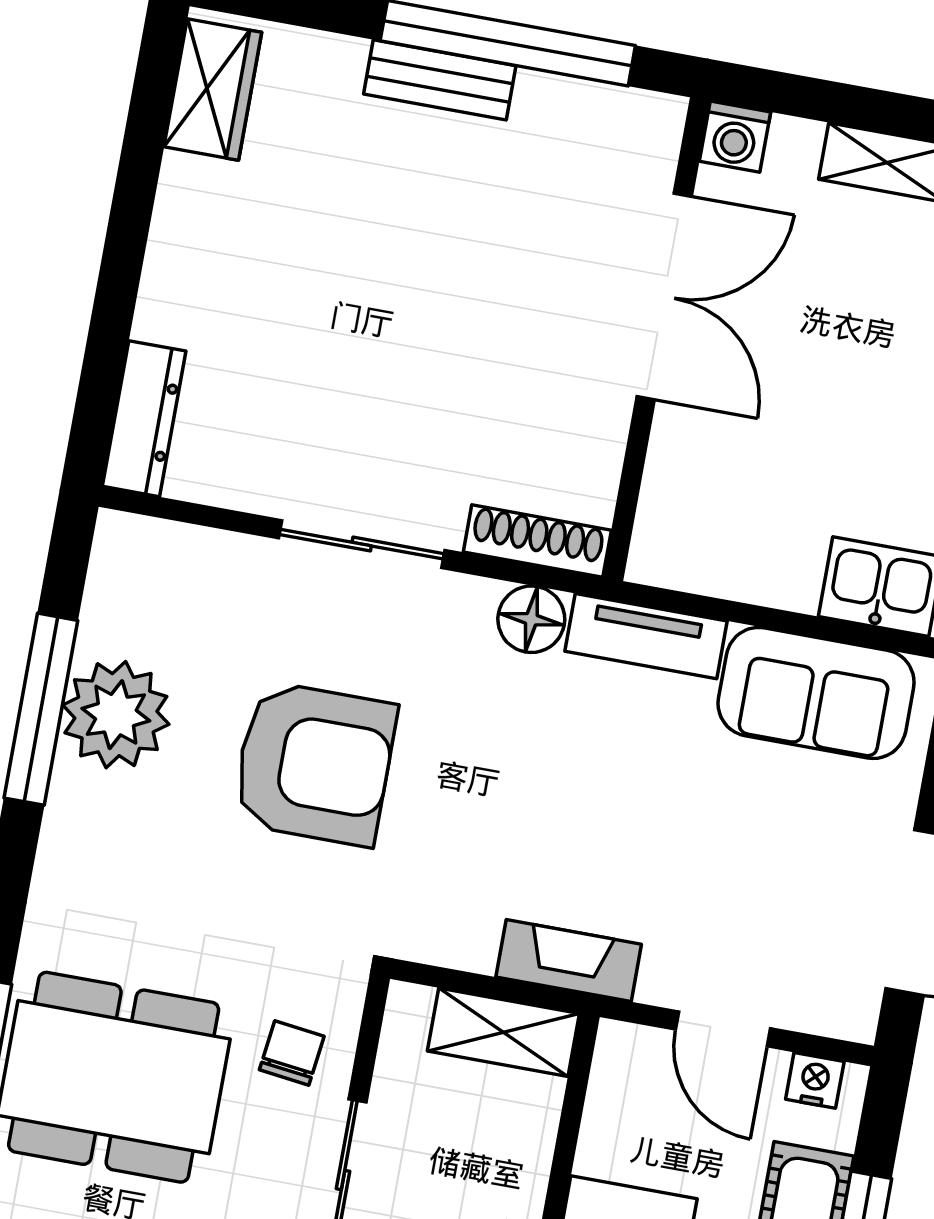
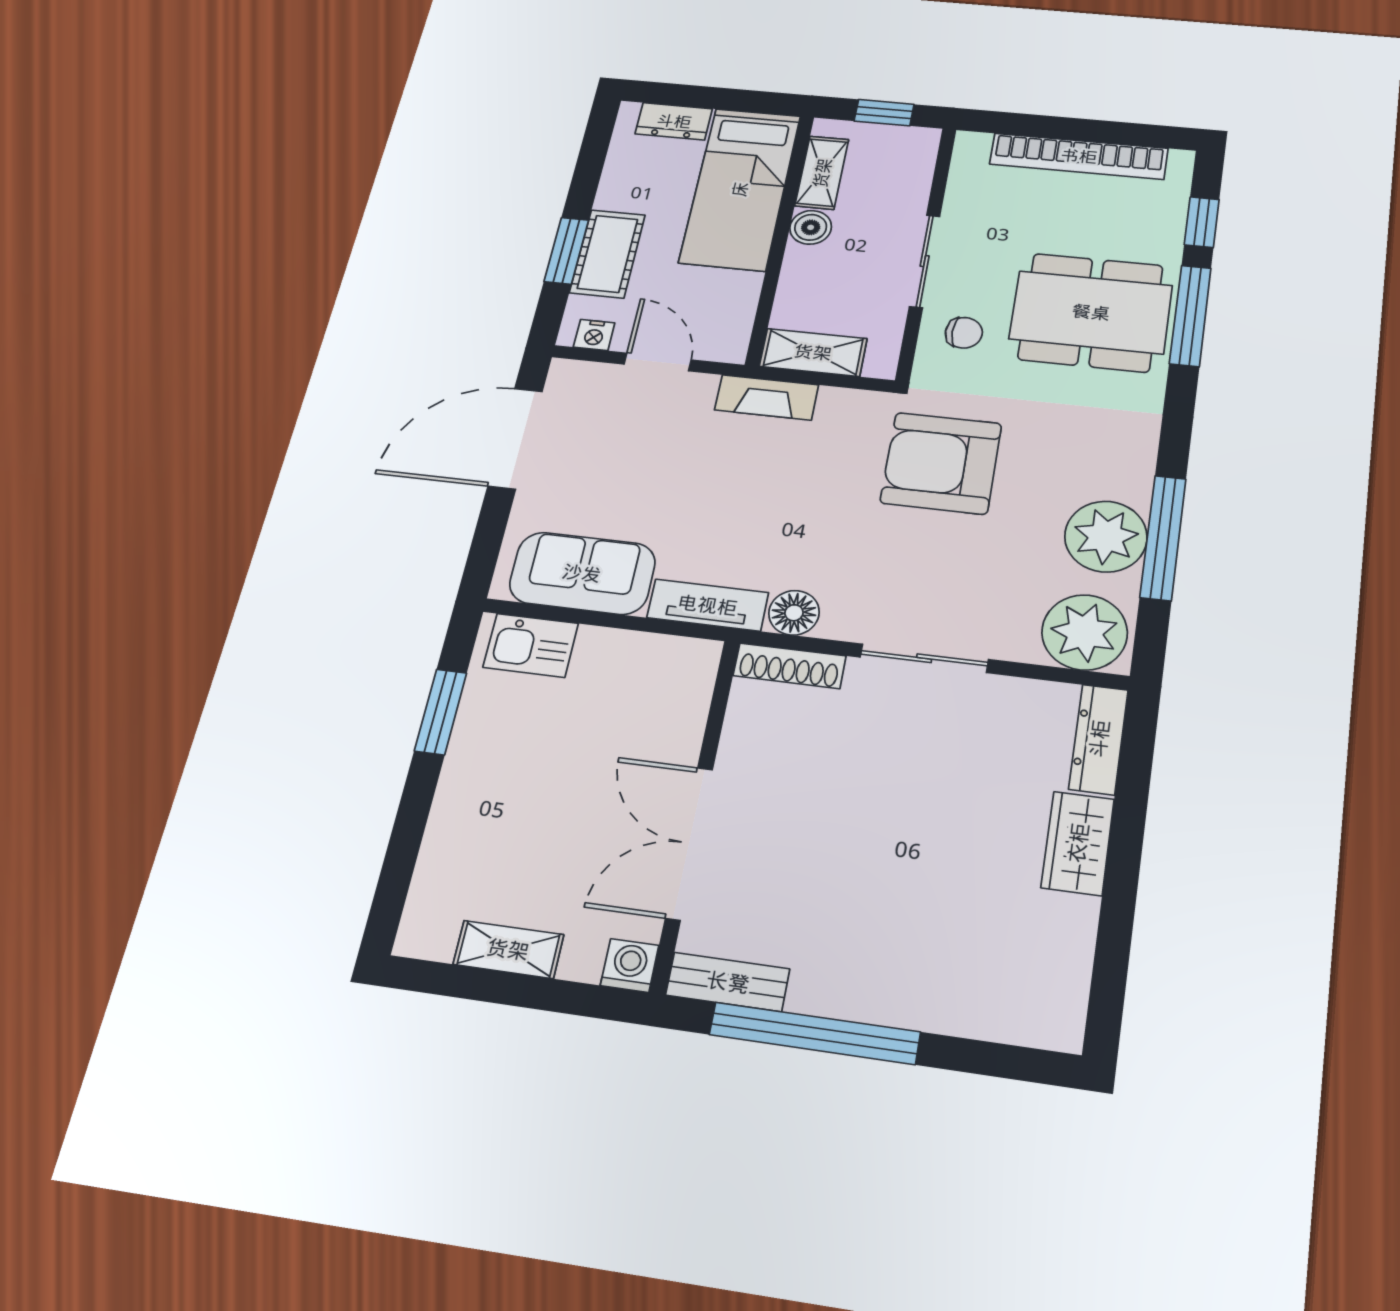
bench: (440, 80) -> (728, 982), moved
wardrobe: (213, 90) -> (1078, 843), moved
plant: (152, 573) -> (1085, 632), added
armchair: (314, 764) -> (941, 463), moved
chair: (292, 1053) -> (964, 333), turned -97

